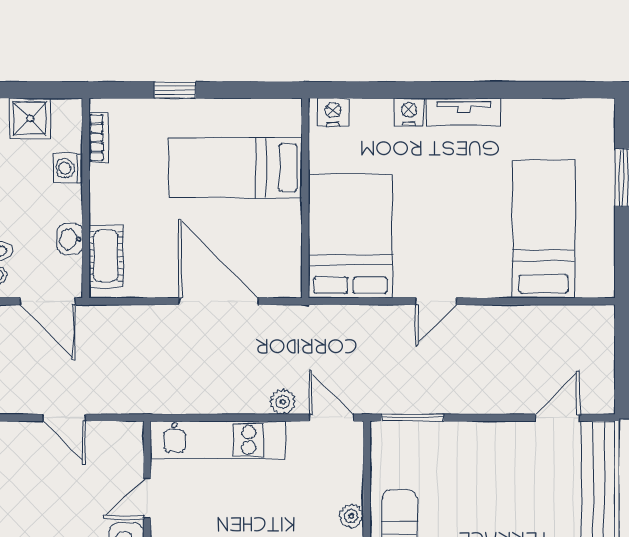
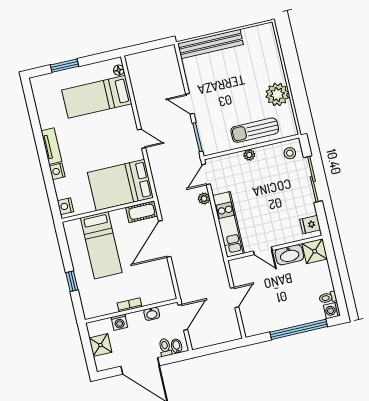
bookcase: (99, 138) -> (130, 305), moved
cot: (106, 256) -> (142, 212), moved
floor lamp: (588, 287) -> (119, 70), added
door: (557, 418) -> (190, 104), moved

